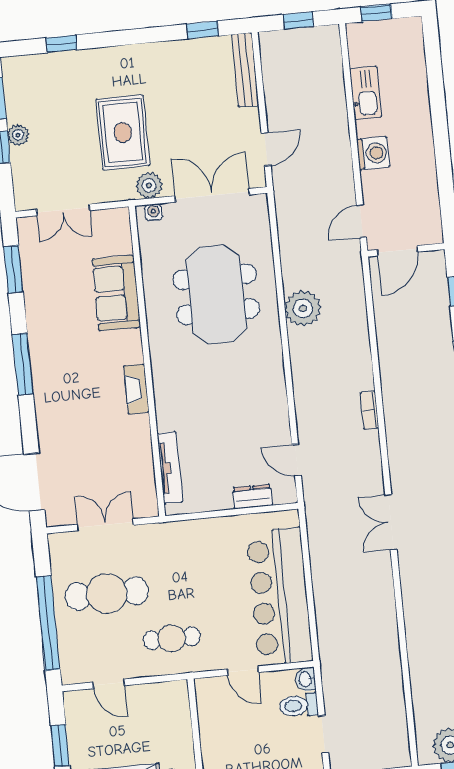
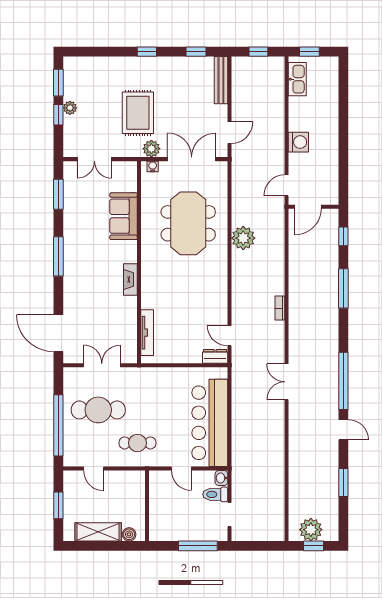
window: (62, 44) -> (147, 52), moved
kitchen sink: (365, 93) -> (297, 79), moved
dresser: (252, 497) -> (215, 356), moved

